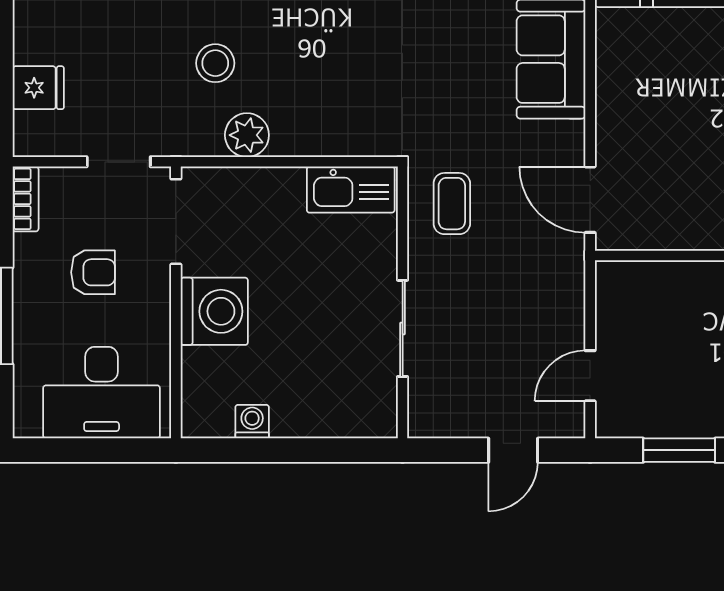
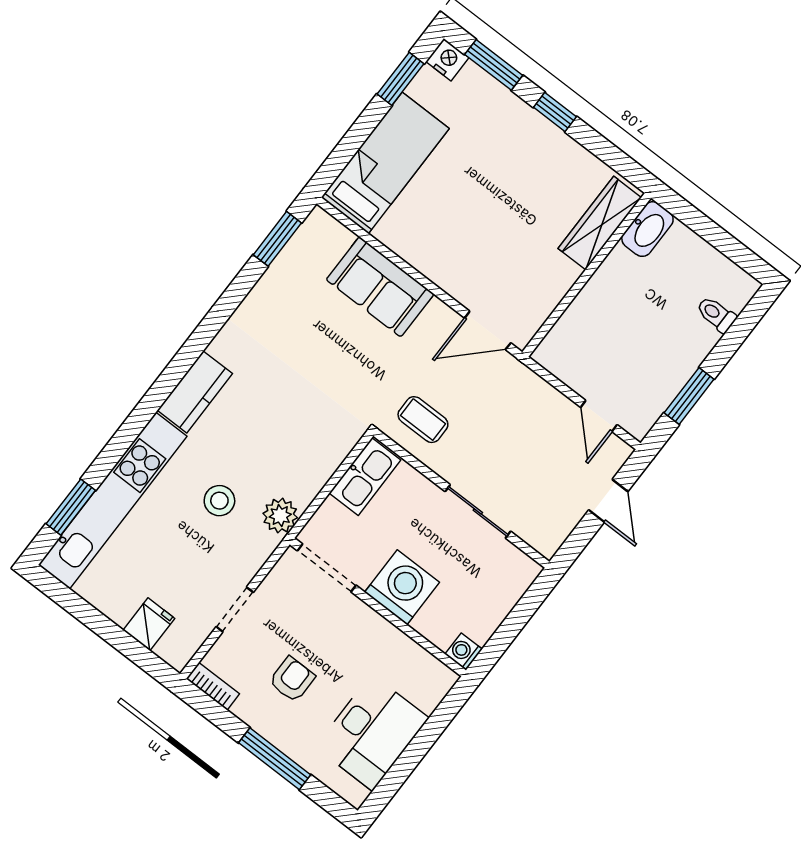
doorway: (176, 222) -> (327, 568), moved
wall: (176, 302) -> (378, 607), moved
washing machine: (214, 311) -> (402, 587), moved

